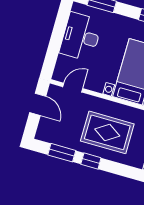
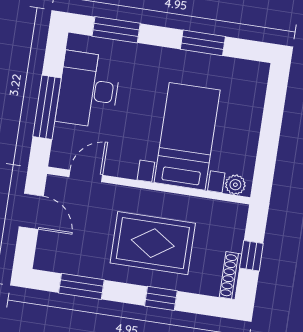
window: (55, 44) -> (47, 107), added
window: (91, 161) -> (161, 298), moved

